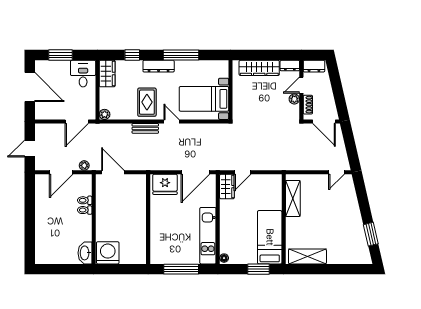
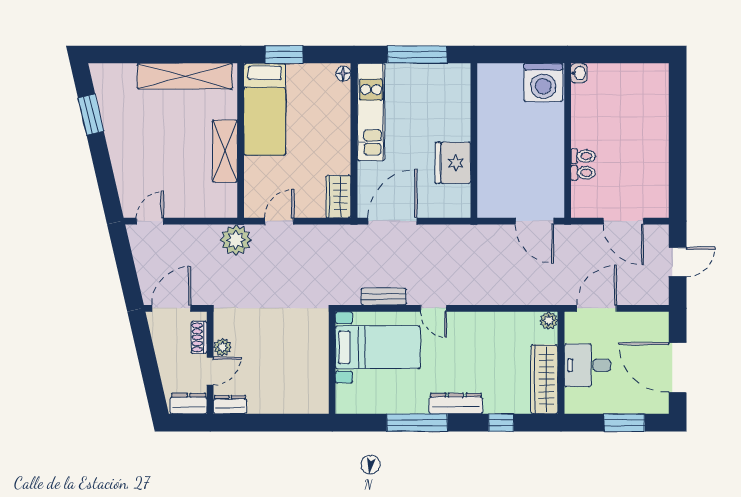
wardrobe: (259, 68) -> (283, 401), removed
desk: (83, 74) -> (587, 365), moved, turned 90
wardrobe: (107, 74) -> (544, 379), width x1.50
rug: (147, 102) -> (476, 342), removed
door: (324, 122) -> (171, 308), hinge flipped
bench: (145, 128) -> (384, 296), moved
plant: (84, 165) -> (236, 240), moved, width x1.88, depth x1.88
door: (61, 172) -> (623, 221), swing flipped
door: (242, 172) -> (279, 221), moved
fridge: (165, 184) -> (453, 163), moved, turned -90
shelving: (293, 198) -> (225, 151), moved
washbasin: (85, 253) -> (579, 73), width x0.52, depth x0.69
shelving: (307, 256) -> (185, 76), width x1.47

